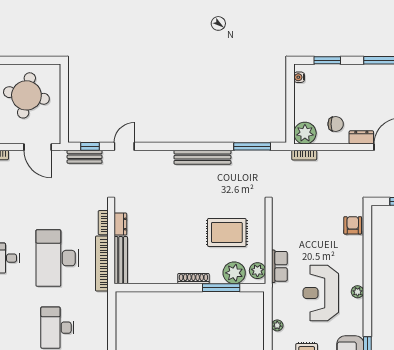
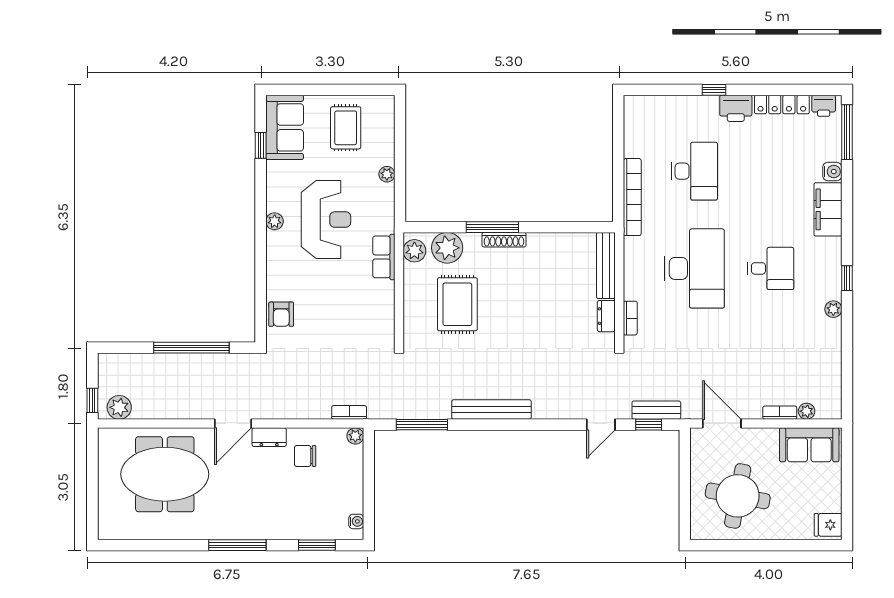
plant: (305, 133) -> (355, 436), width x0.53, depth x0.53
rug: (227, 232) -> (457, 304), turned 90
bookcase: (102, 264) -> (632, 197), moved
window: (221, 288) -> (492, 227), moved

